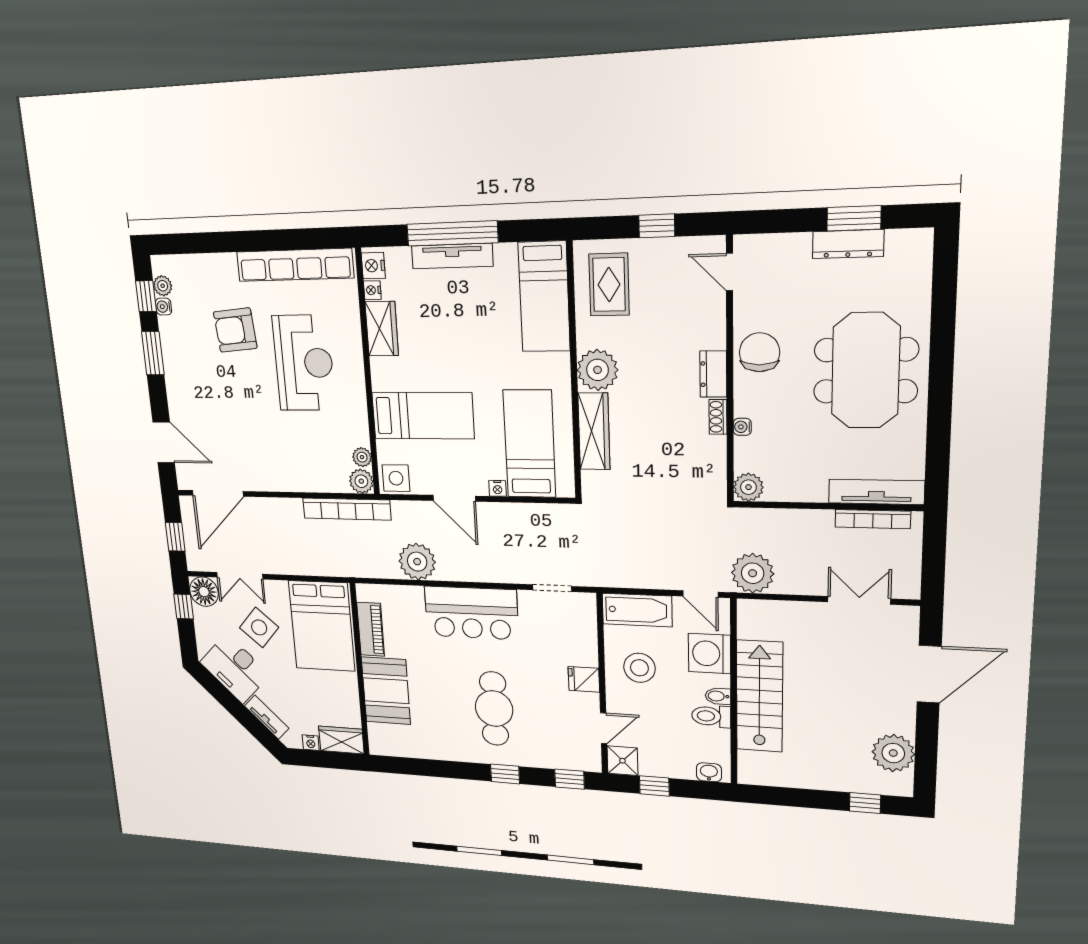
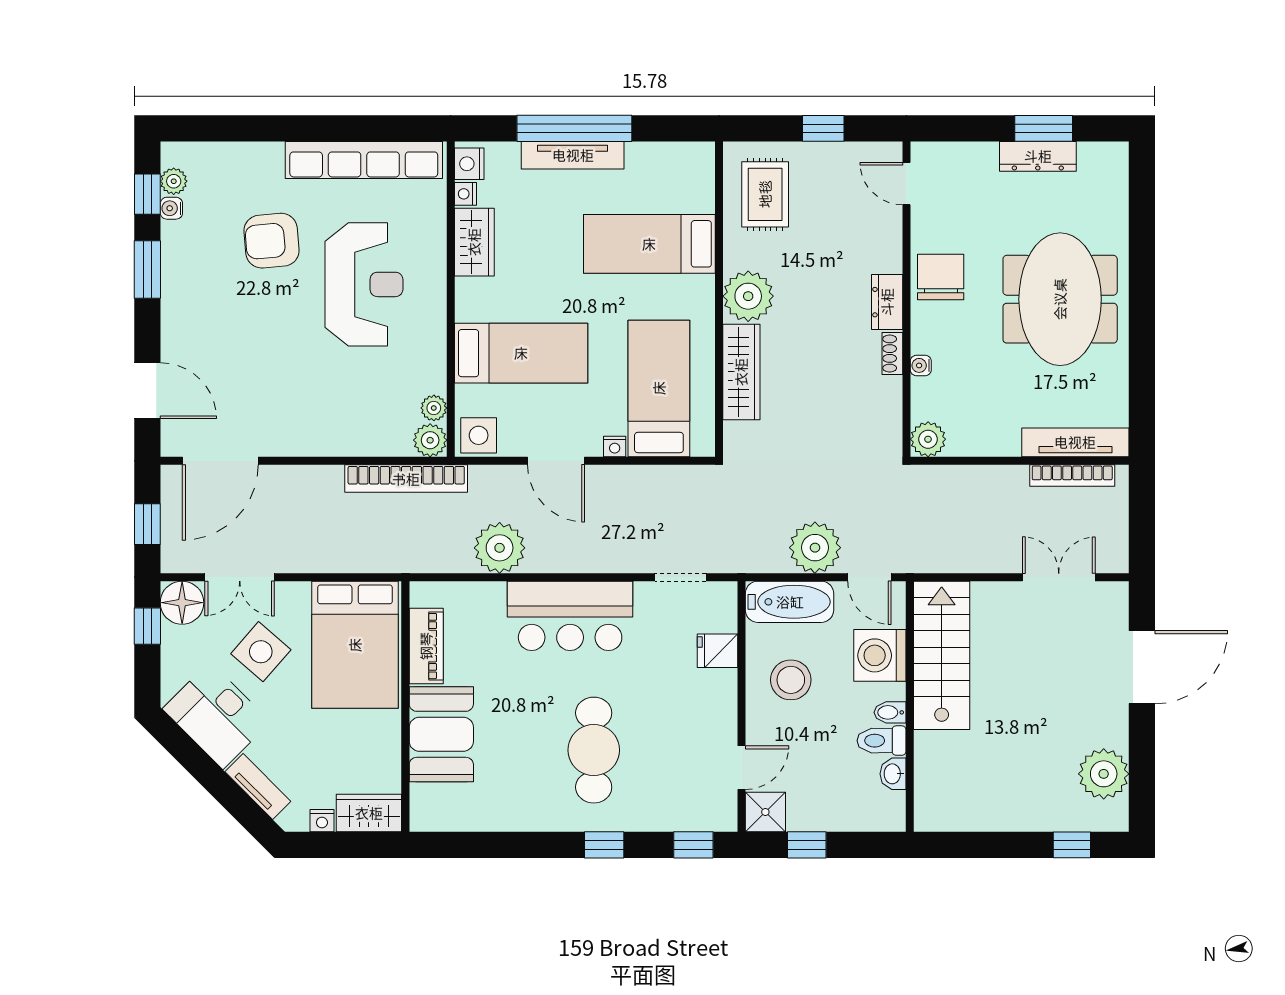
bed: (544, 297) -> (649, 244), moved, turned 90
plant: (753, 573) -> (815, 548), moved
fridge: (584, 679) -> (718, 651), moved
stairs: (759, 696) -> (942, 655), moved
washbasin: (709, 772) -> (893, 774), moved, turned -90

